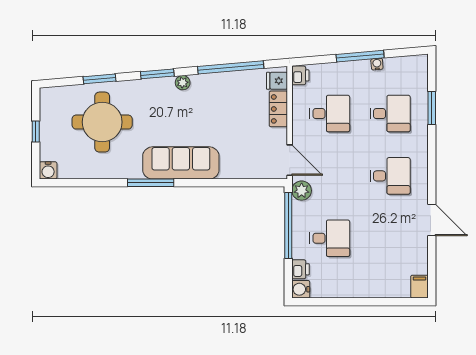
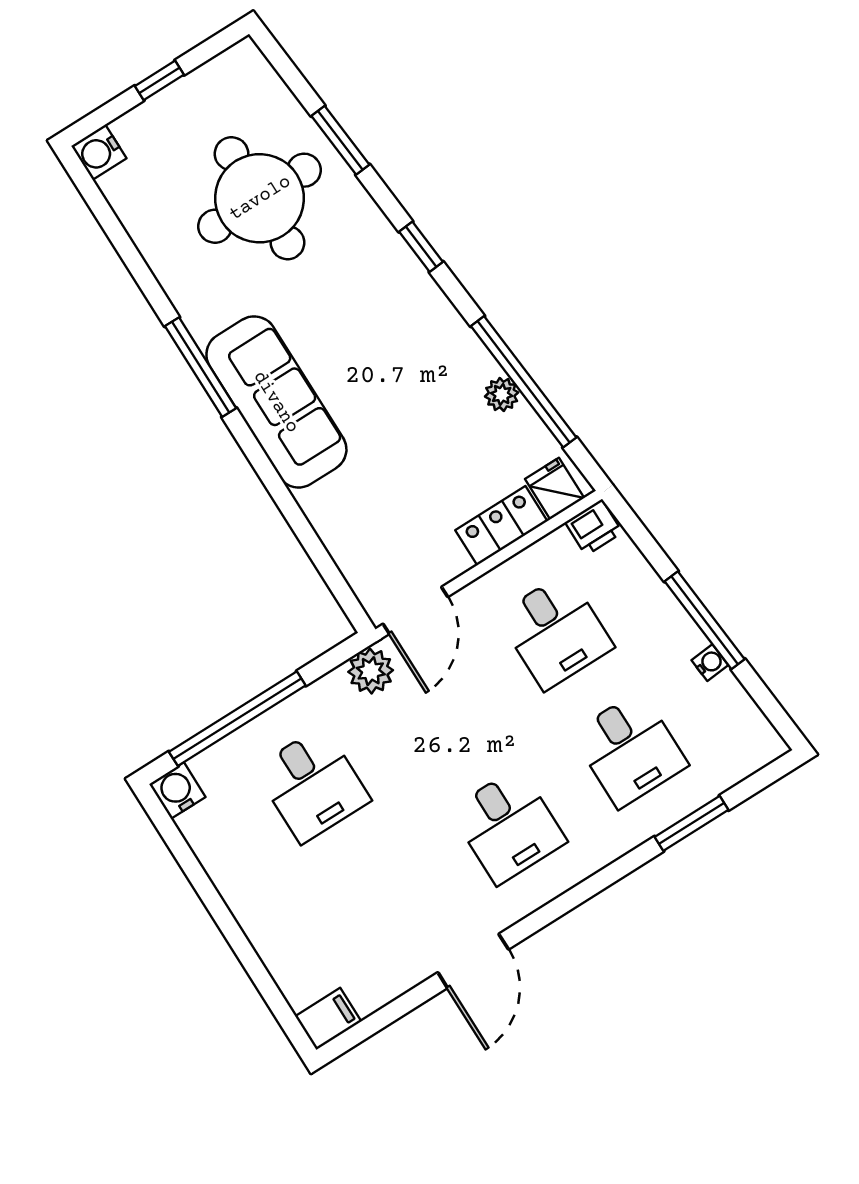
window: (157, 74) -> (421, 247), width x0.67
plant: (183, 83) -> (502, 394), moved
window: (288, 226) -> (237, 719), moved
printer: (300, 269) -> (216, 766), removed

